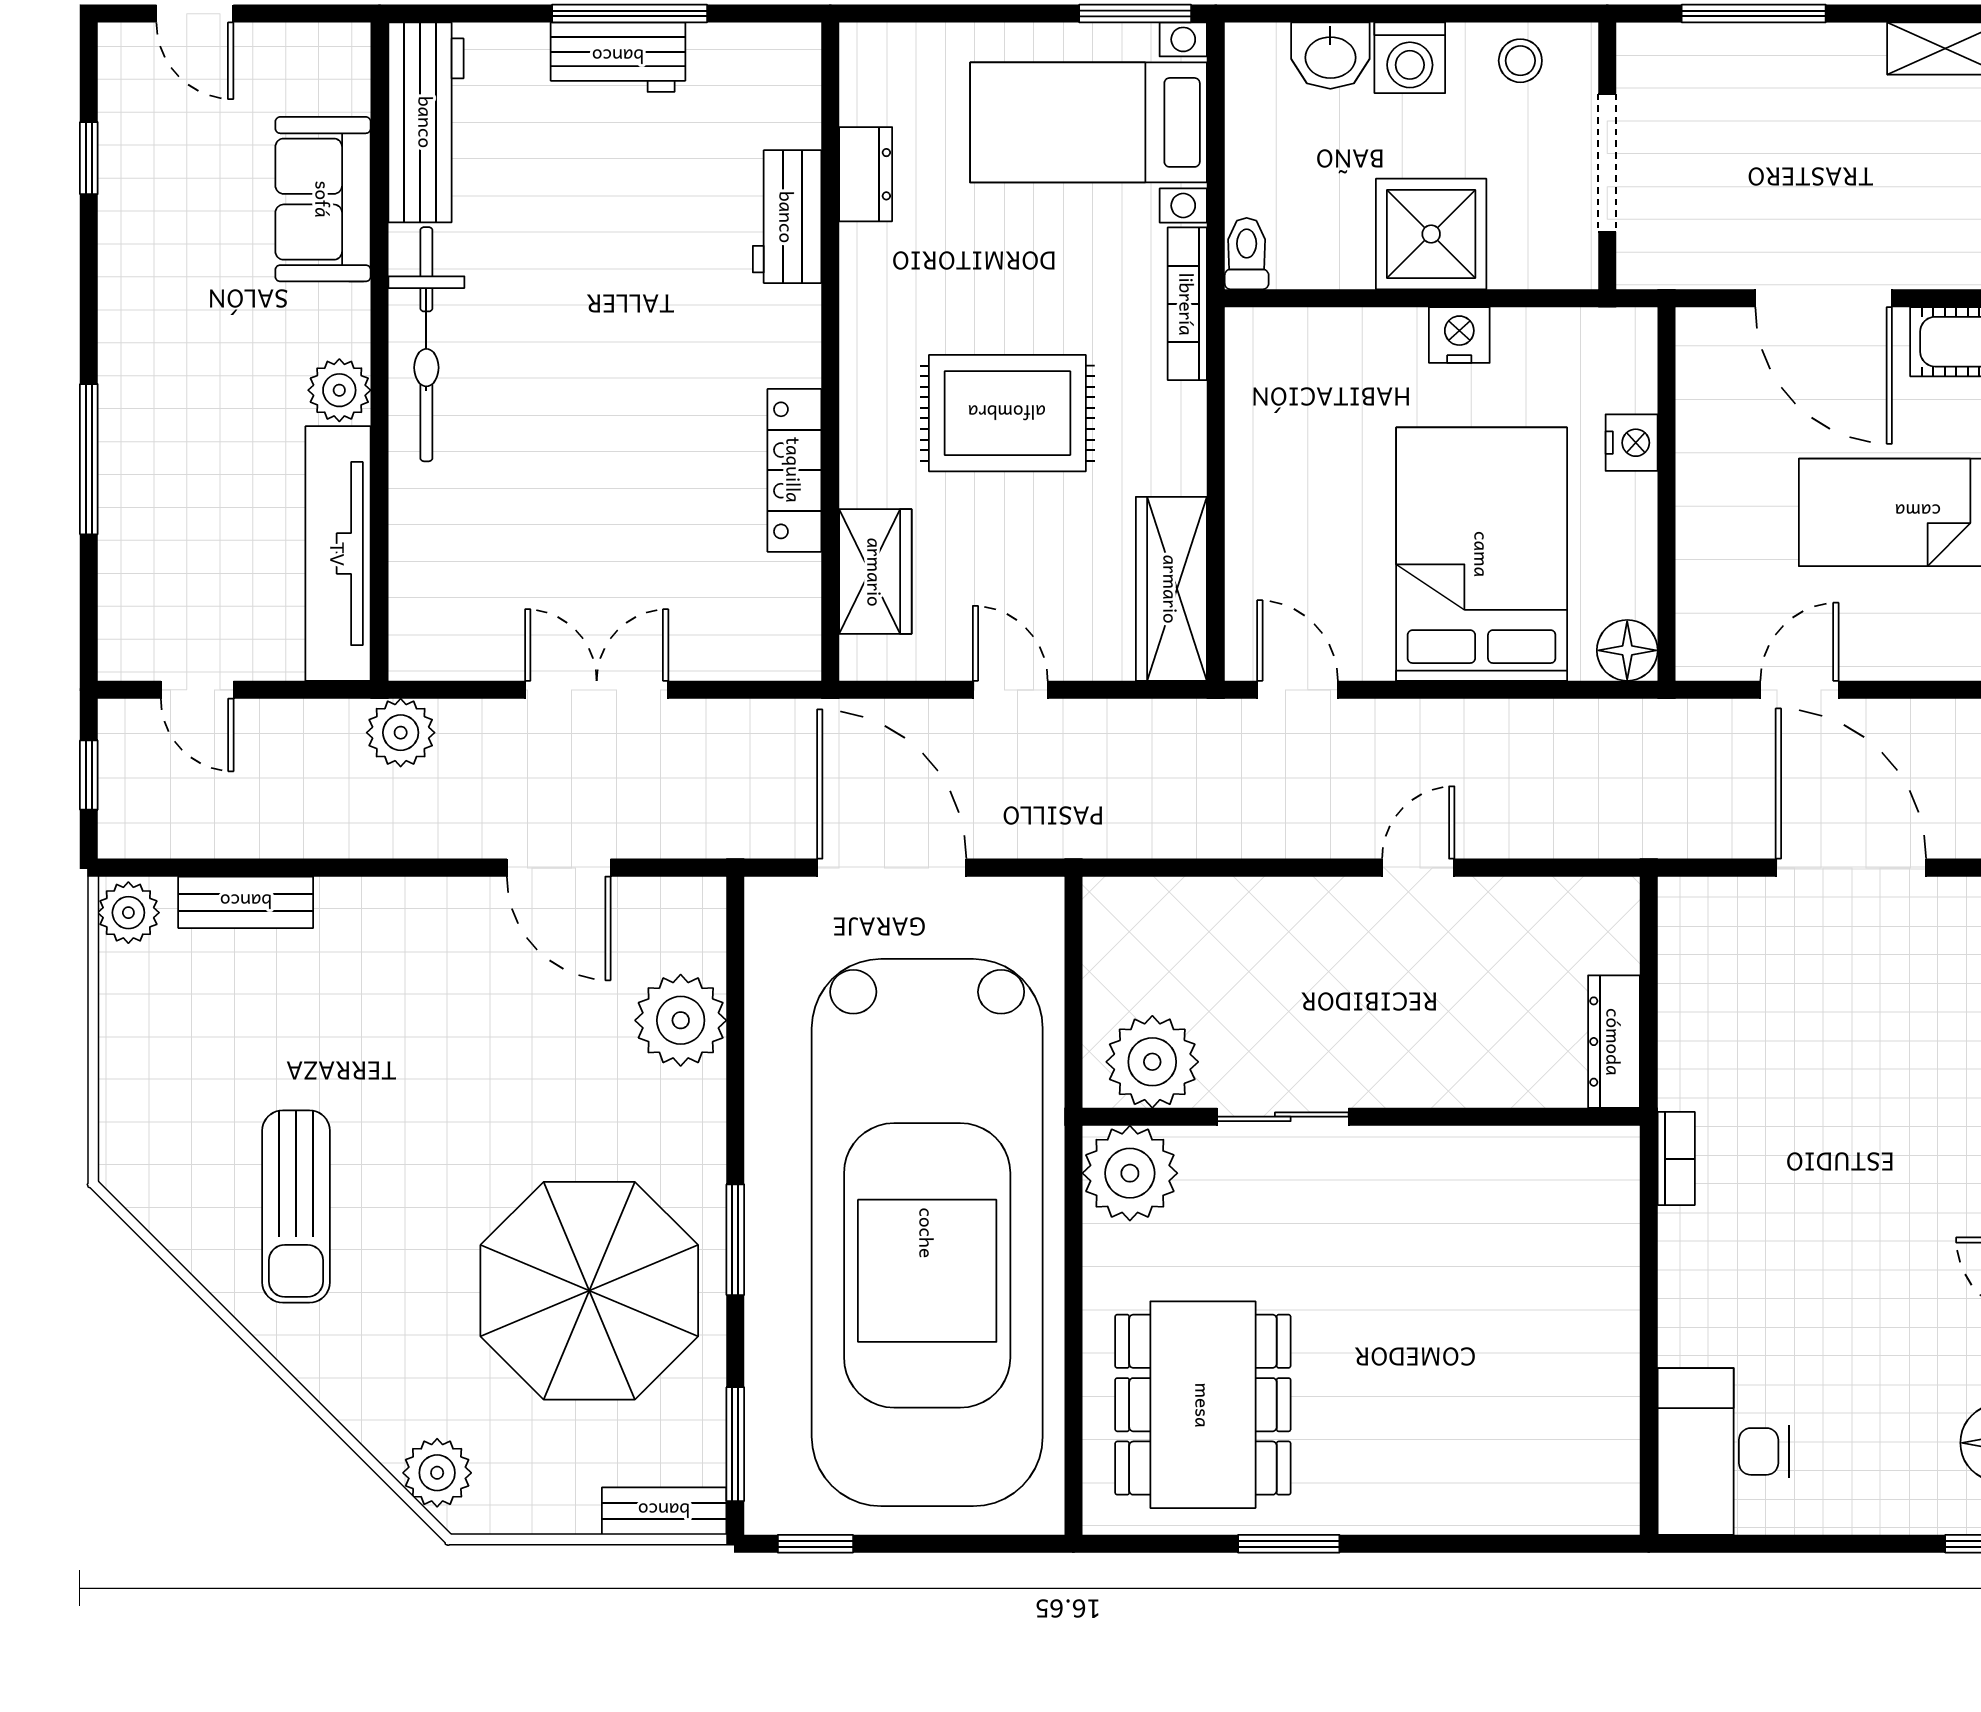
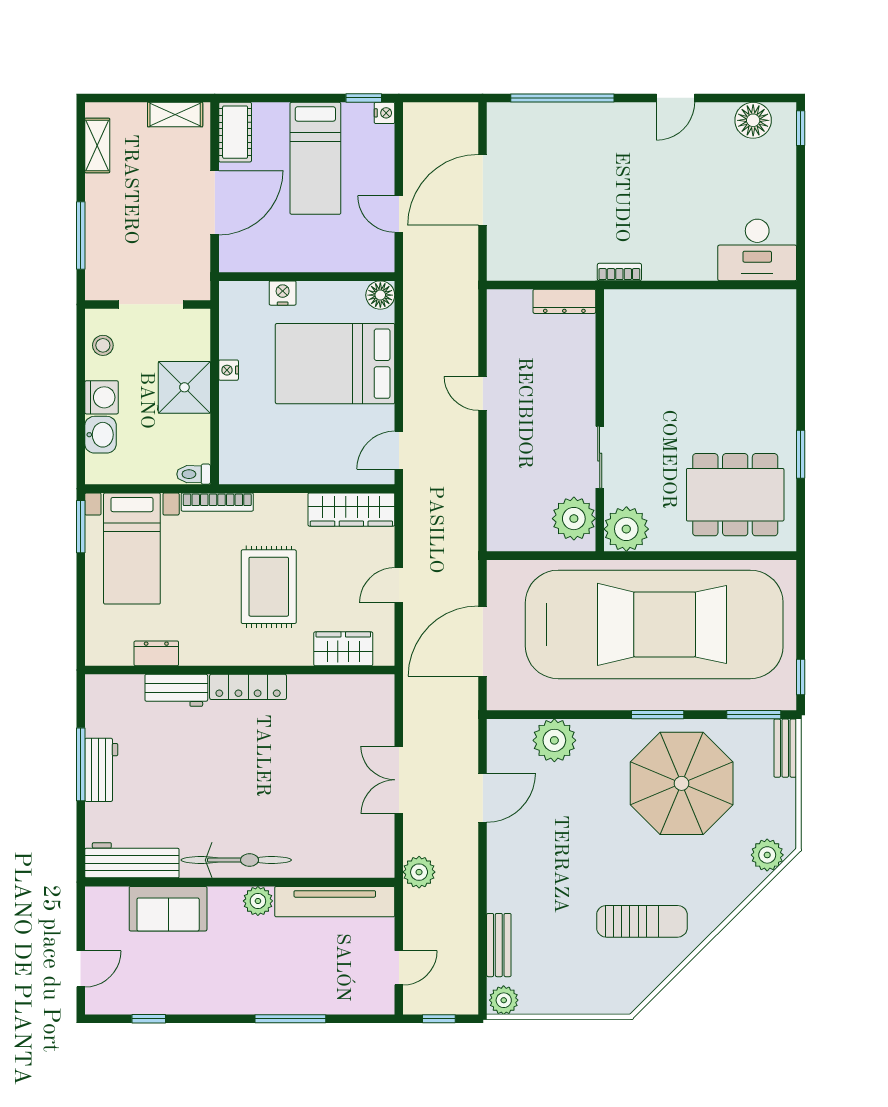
nightstand: (1459, 335) -> (229, 370), width x0.72, depth x0.74
locker: (794, 470) -> (248, 687), moved

